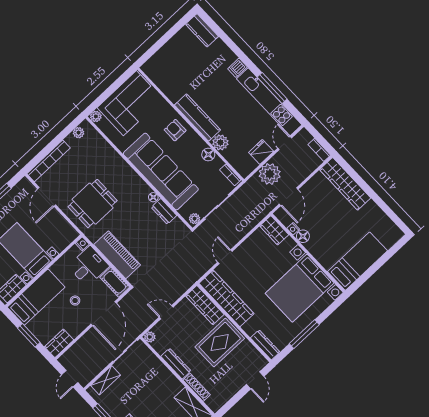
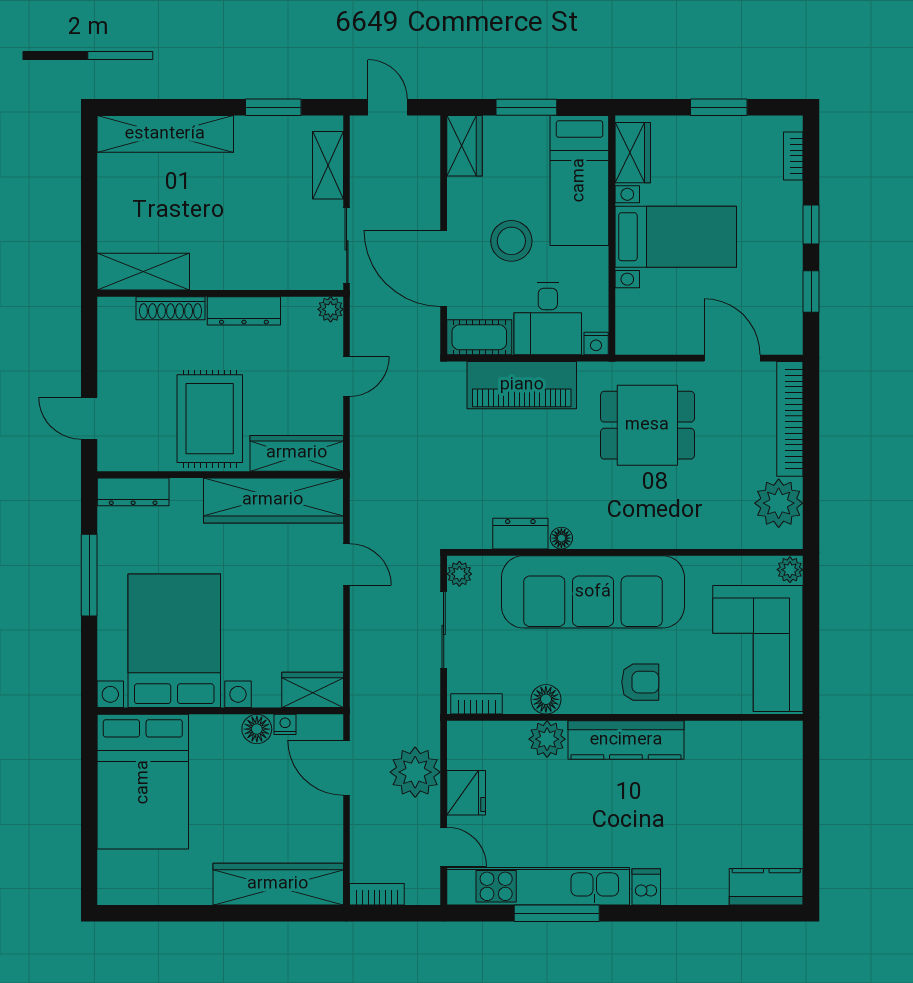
plant: (79, 133) -> (779, 503), width x1.87, depth x1.87
dining table: (93, 204) -> (647, 425), turned 90
bed: (357, 261) -> (143, 782), width x1.50
stool: (75, 301) -> (511, 241), width x1.89, depth x1.89

